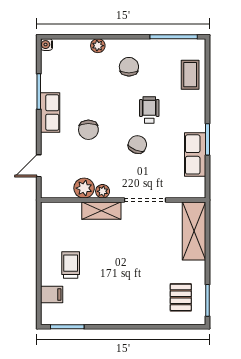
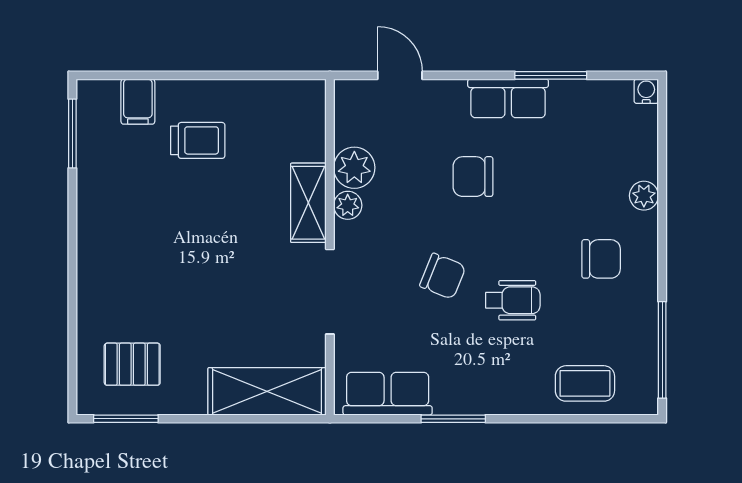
row of seats: (195, 154) -> (388, 394), moved

